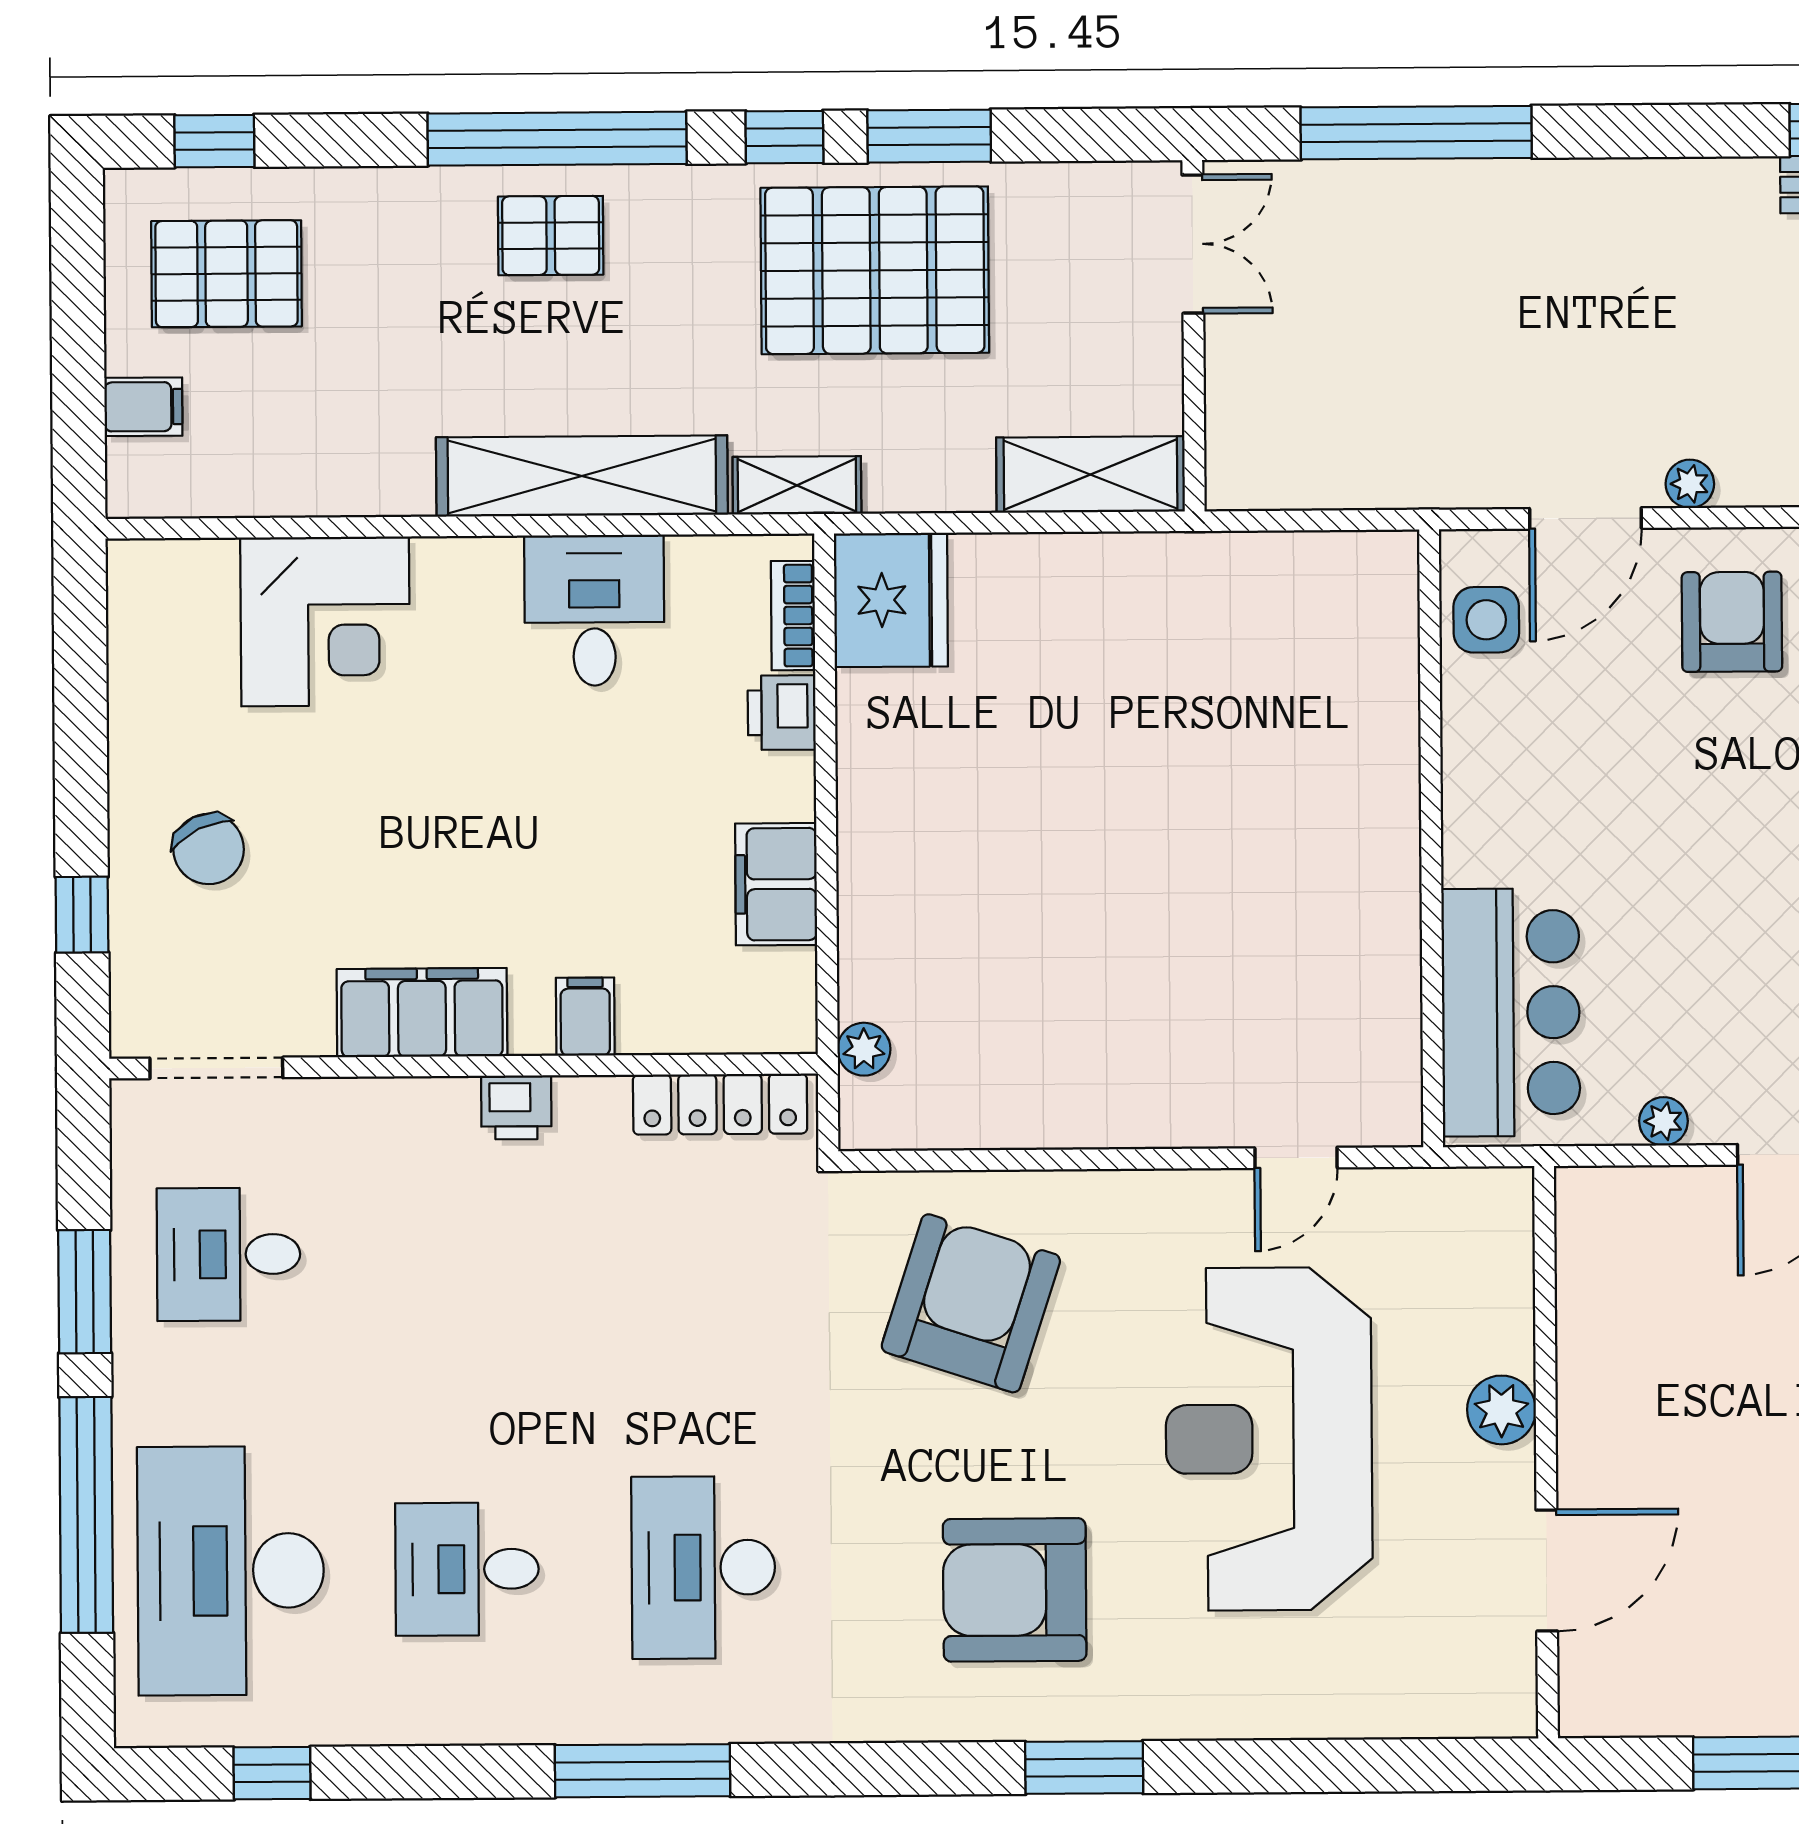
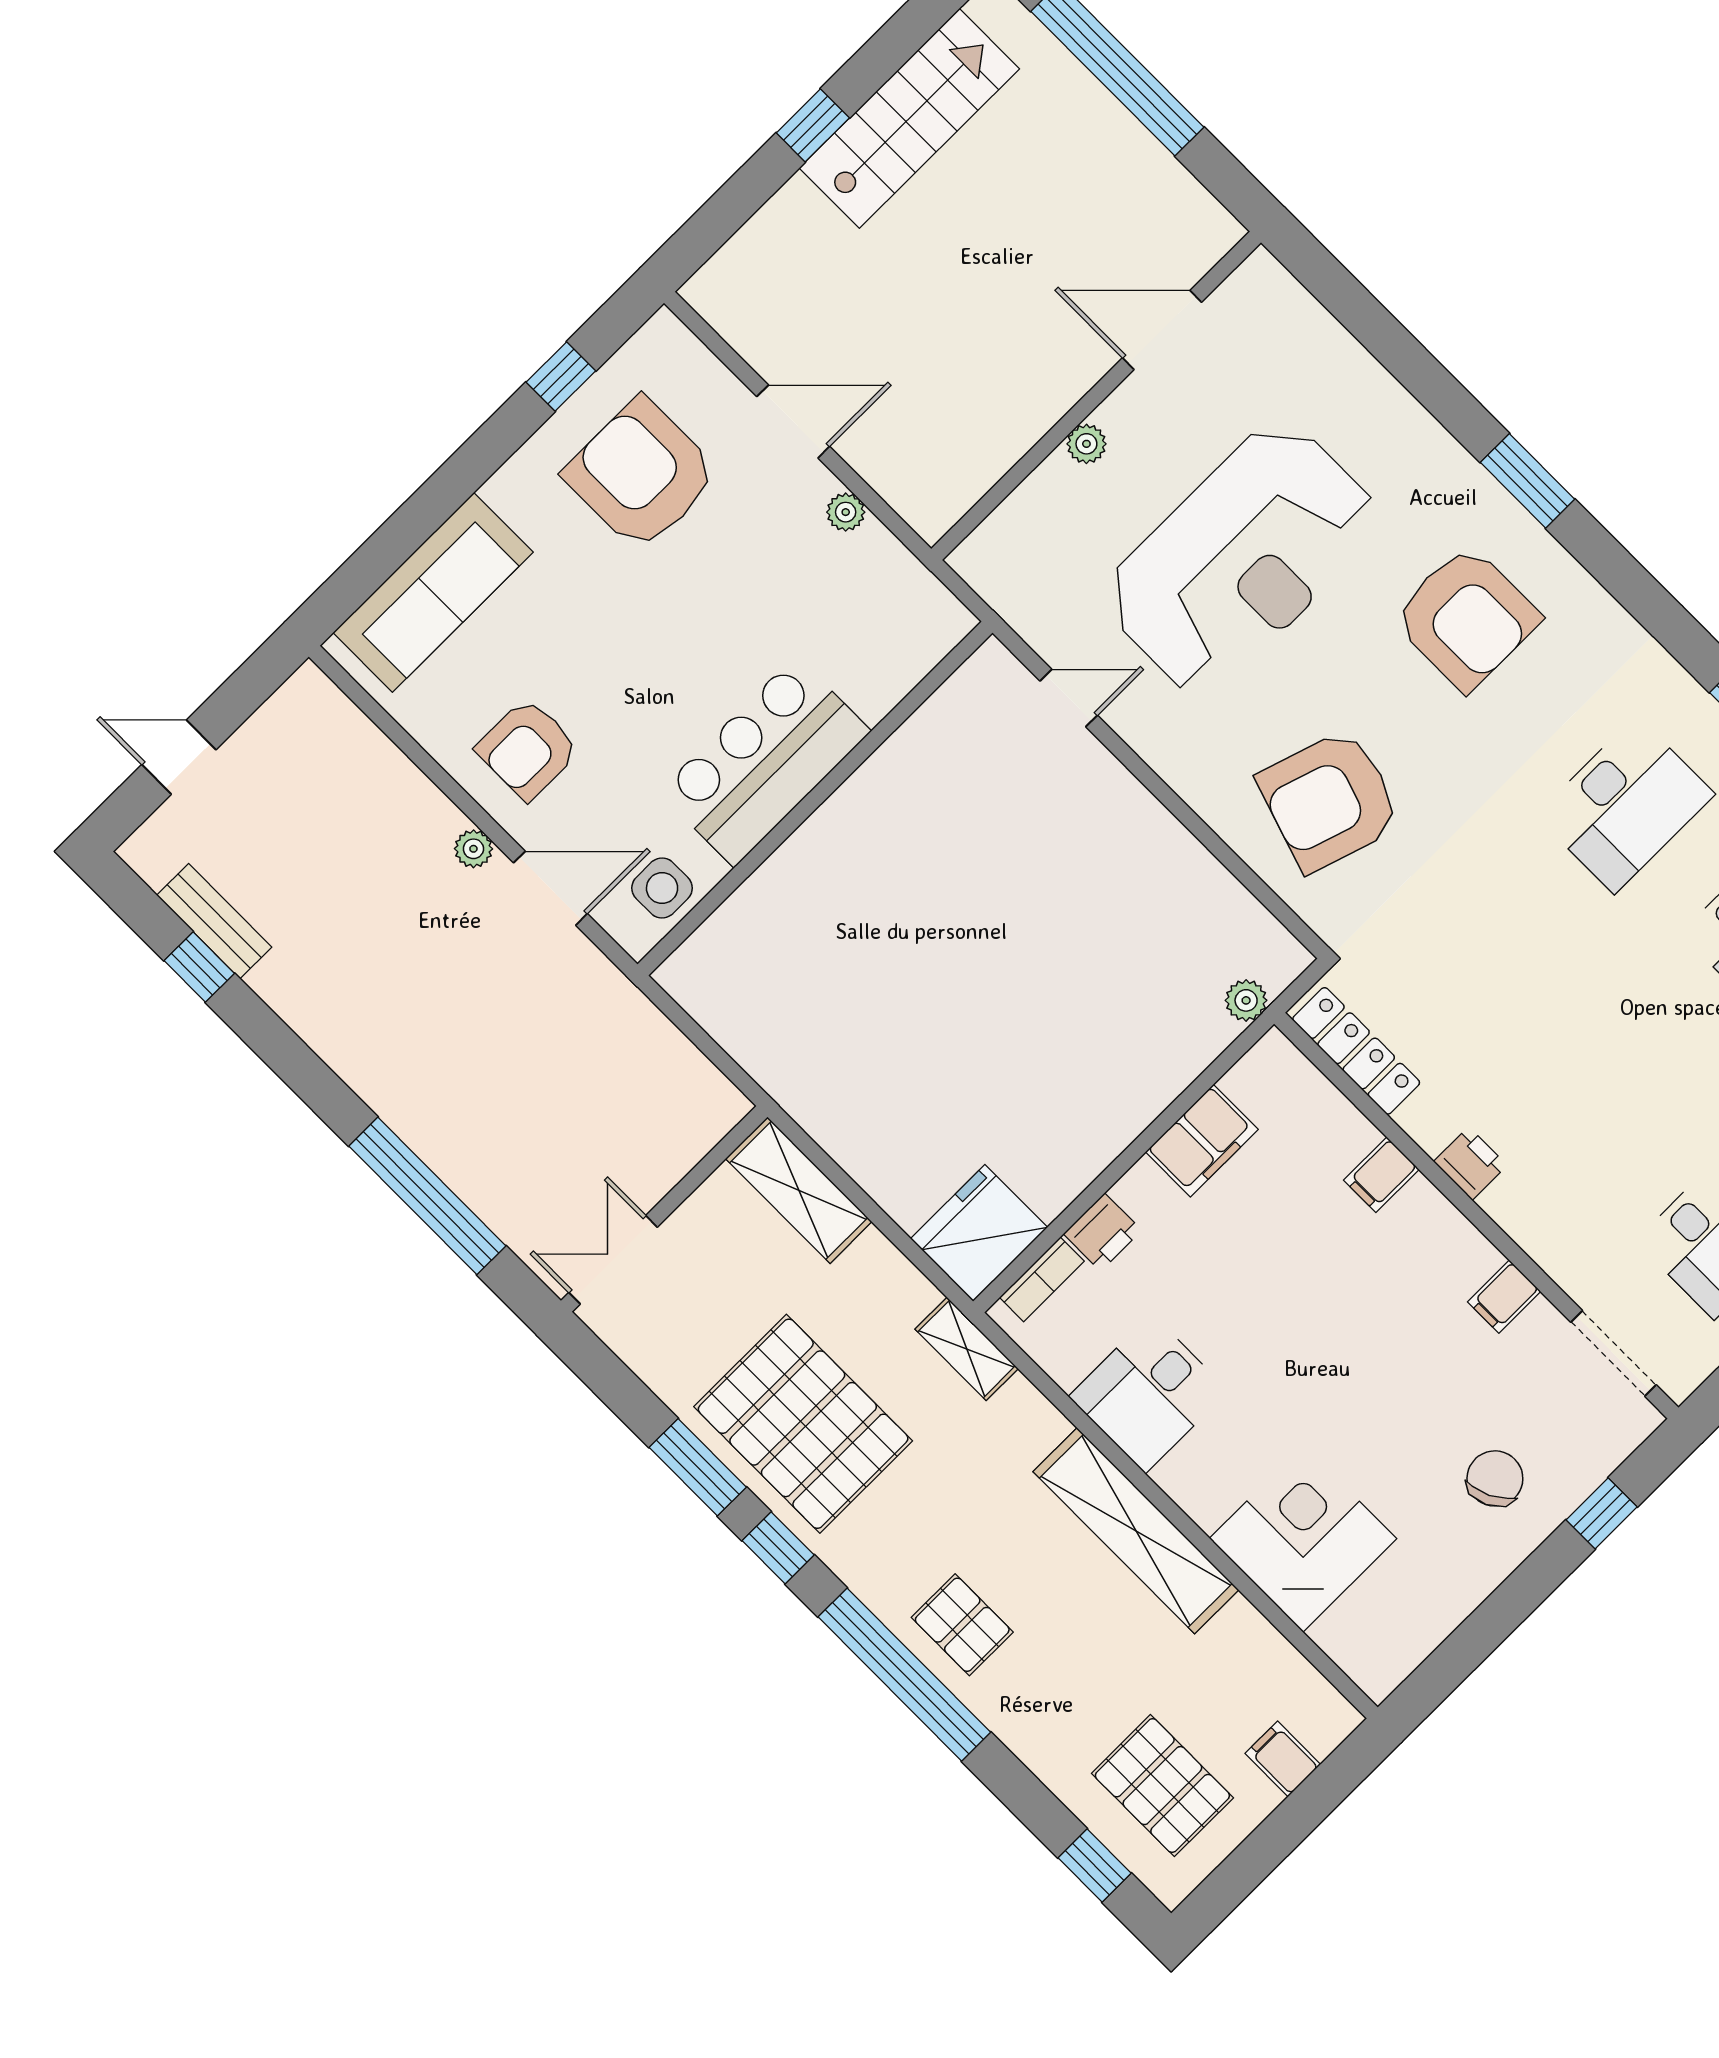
shelving: (582, 476) -> (1136, 1531), moved
bar counter: (1511, 1012) -> (765, 761), moved
filing cabinet: (422, 1013) -> (1504, 1297), width x0.33, depth x0.86
plant: (1501, 1410) -> (1086, 444), width x0.73, depth x0.73

